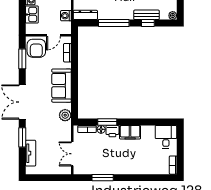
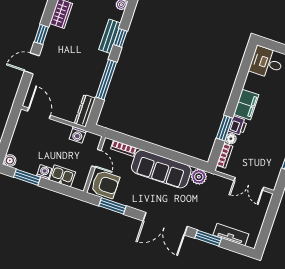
sofa: (62, 86) -> (161, 169), width x1.36

